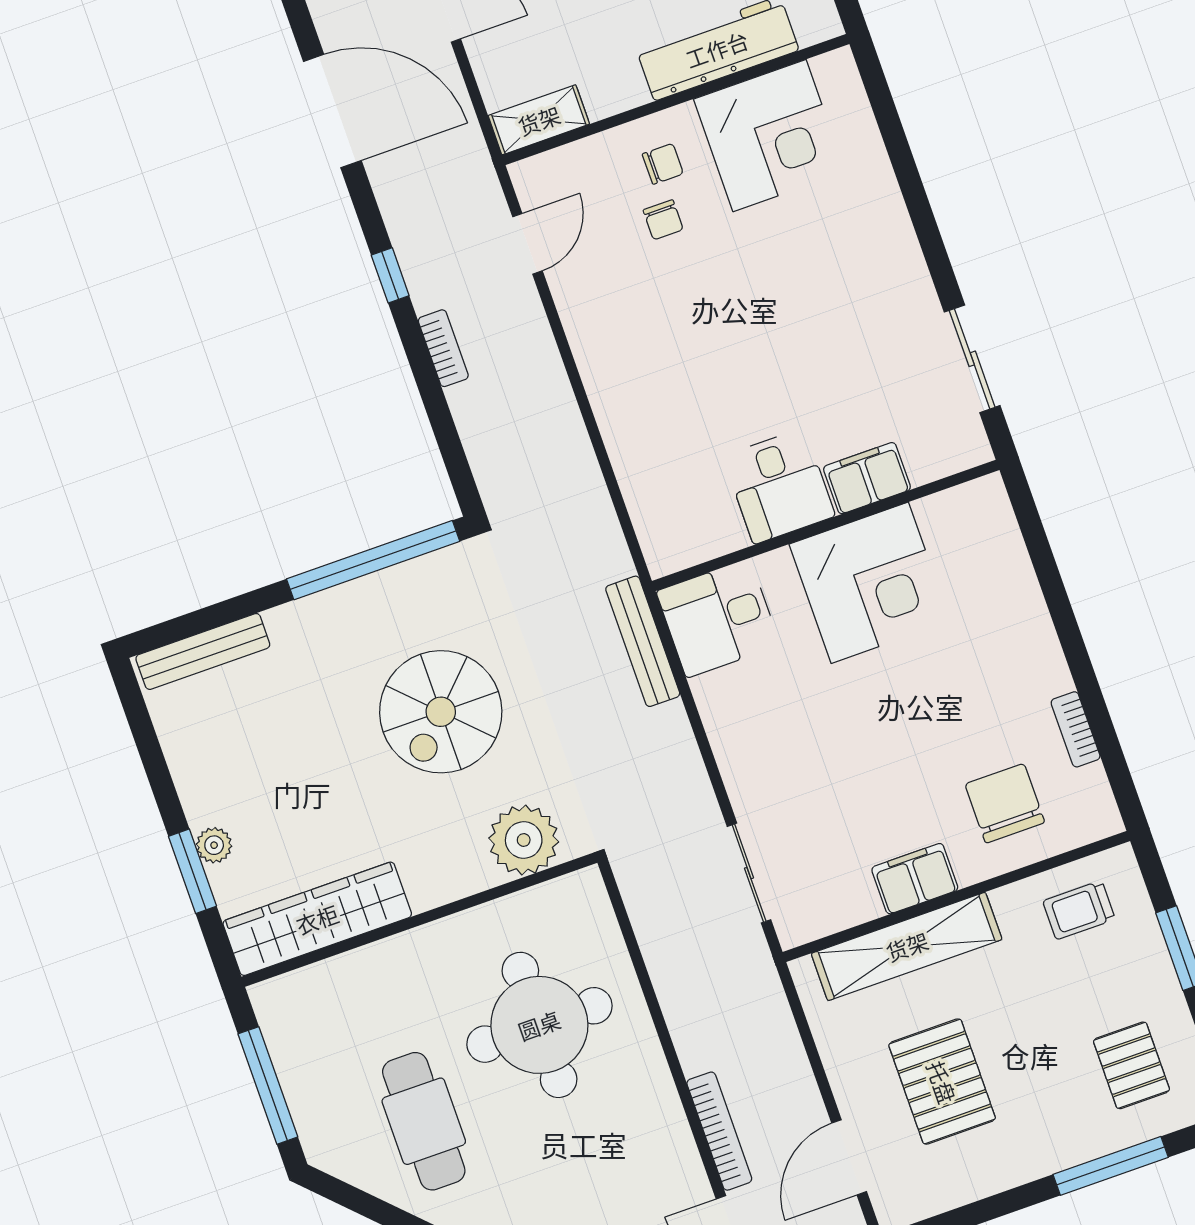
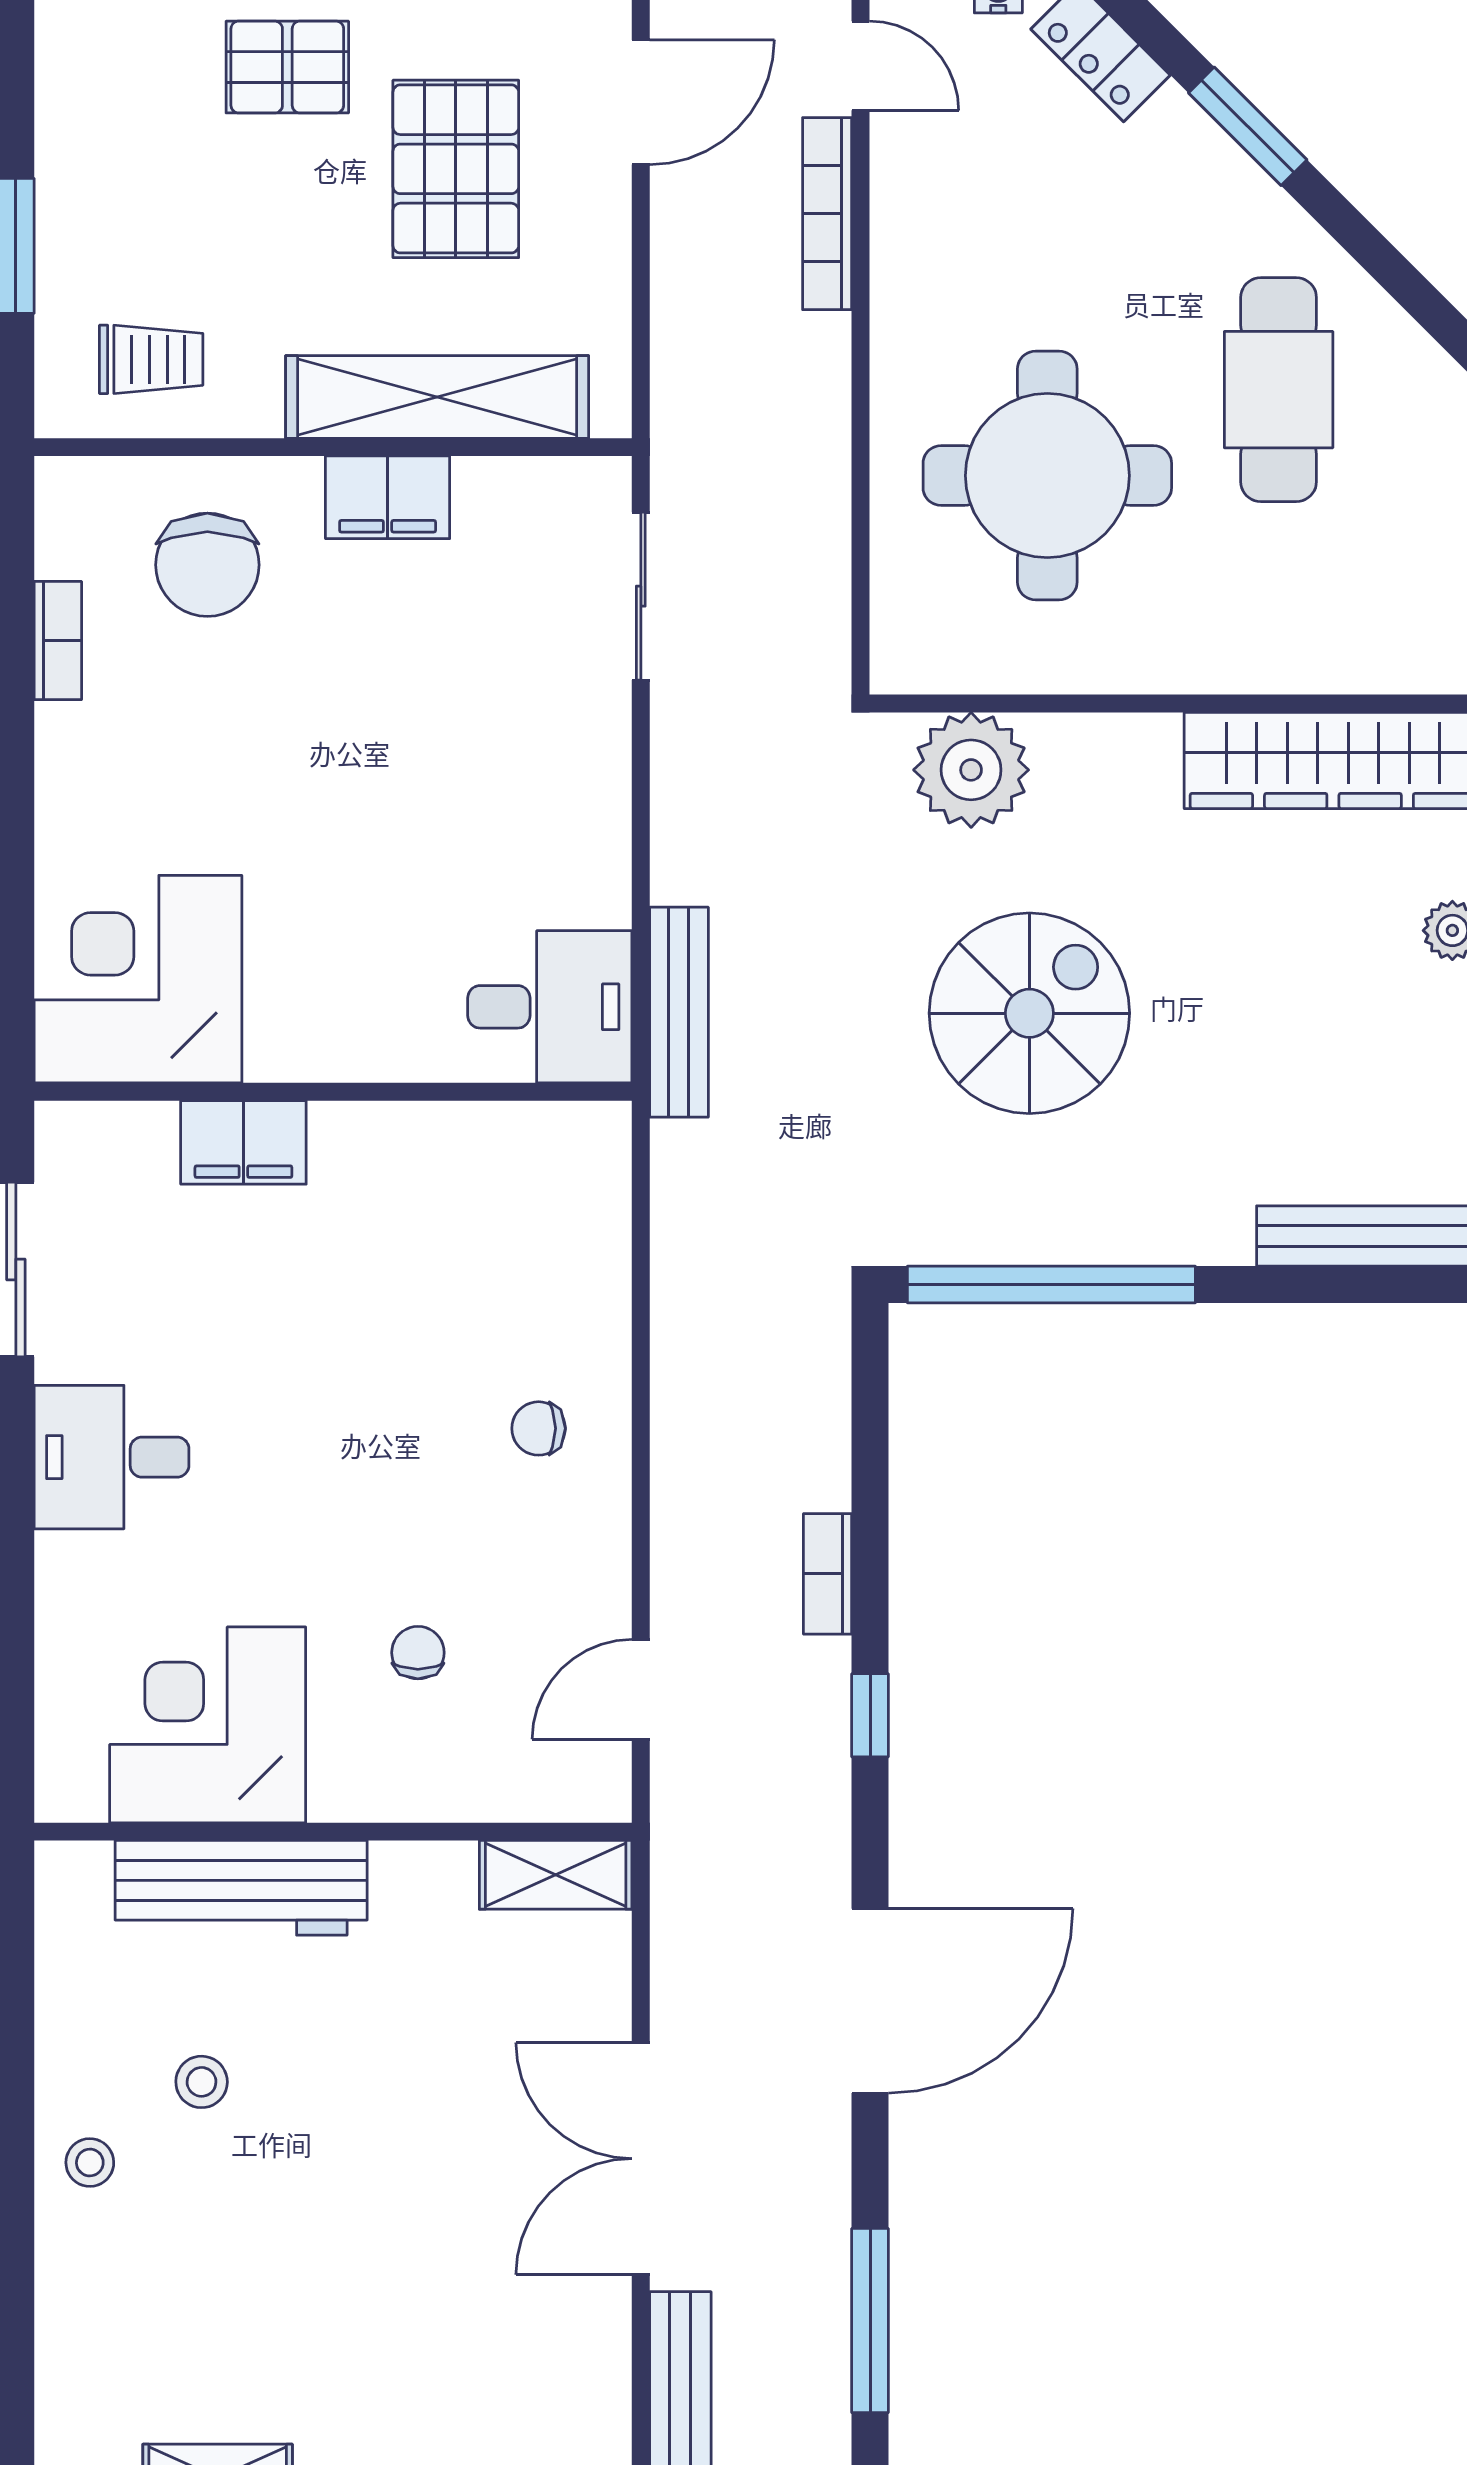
door: (332, 111) -> (870, 2001), swing flipped
chair: (663, 164) -> (539, 1428), moved
desk: (779, 486) -> (112, 1457), moved, turned -90
corner desk: (870, 583) -> (138, 979), moved
pallet: (1131, 1065) -> (287, 67), moved, turned 90

